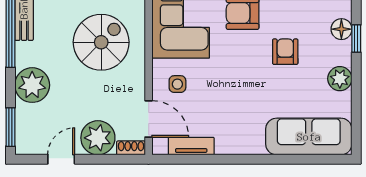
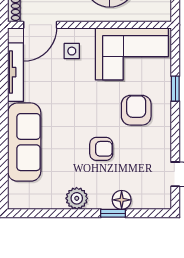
sofa: (309, 137) -> (24, 142), moved
tv unit: (191, 146) -> (16, 72), width x1.41

